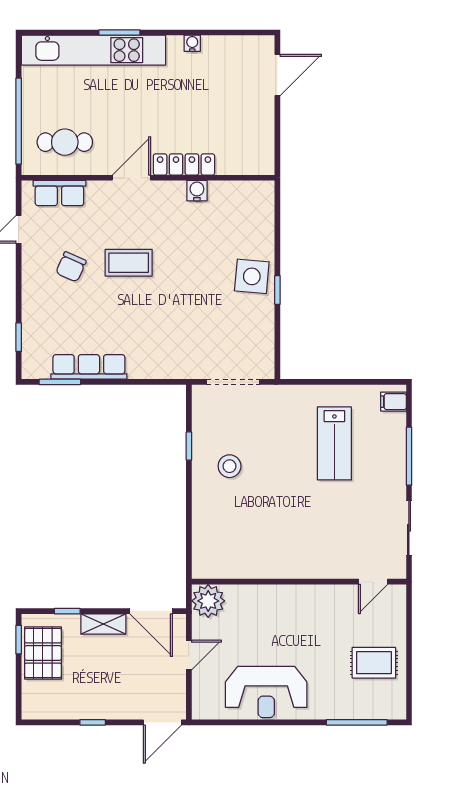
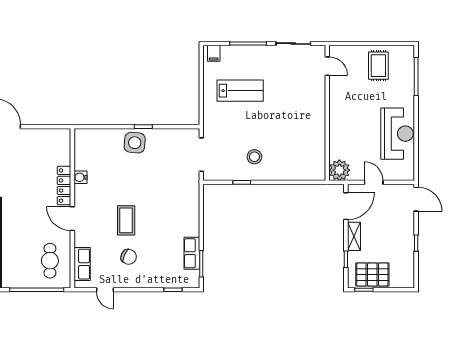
row of seats: (89, 367) -> (192, 253), width x0.68

